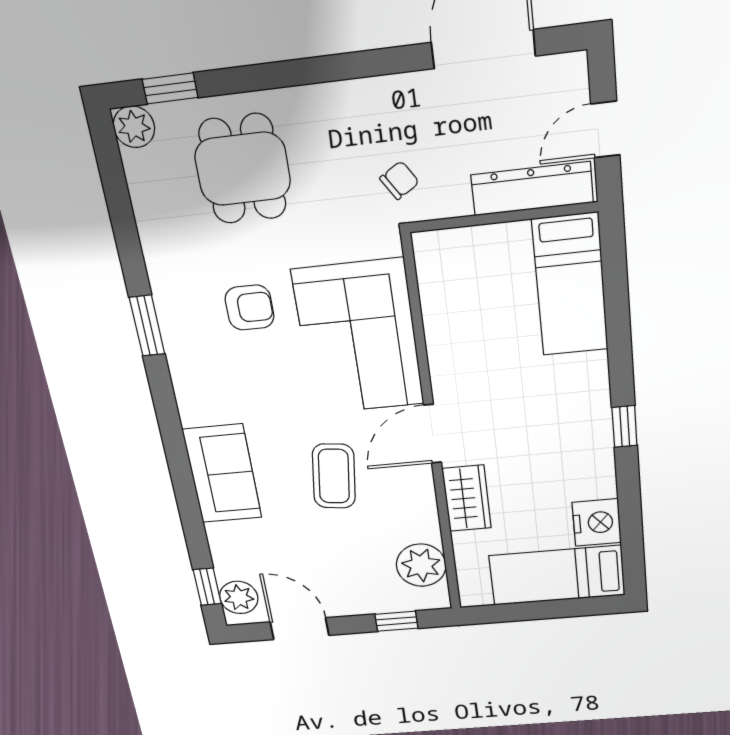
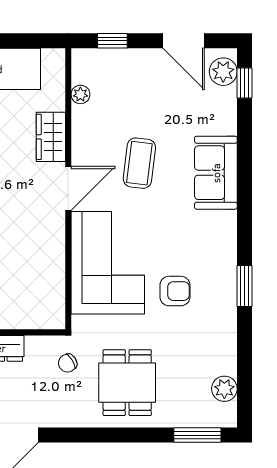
window: (170, 88) -> (197, 435), width x1.50
plant: (134, 127) -> (224, 389), moved
dining table: (243, 169) -> (127, 383), moved
armchair: (250, 308) -> (175, 291), turned 180
plant: (421, 565) -> (80, 94), width x0.53, depth x0.53

